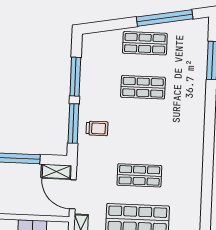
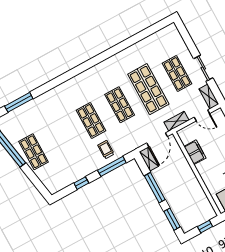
window: (75, 77) -> (81, 183), width x0.46
shop shelf: (143, 87) -> (91, 120), moved

